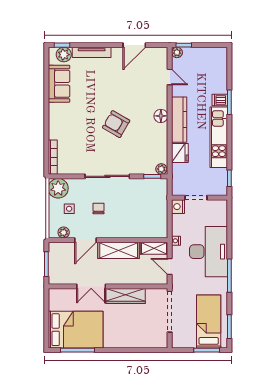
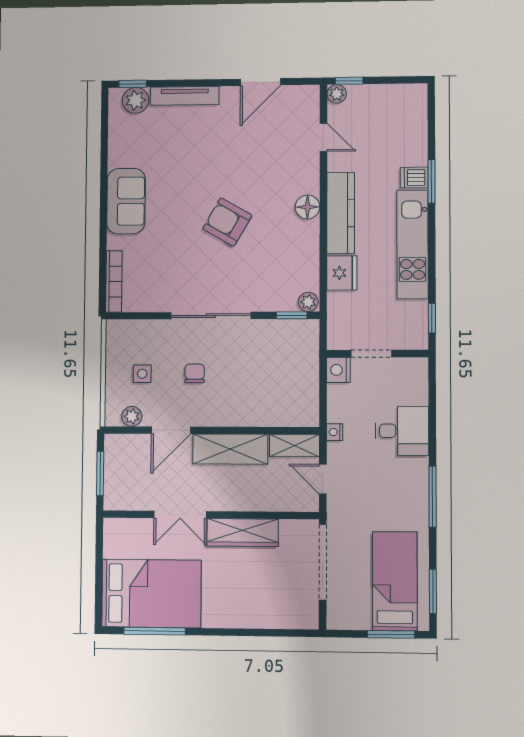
sofa: (59, 84) -> (126, 201), moved
plant: (58, 188) -> (123, 337), removed
desk: (208, 252) -> (402, 431), width x0.53, depth x0.77

